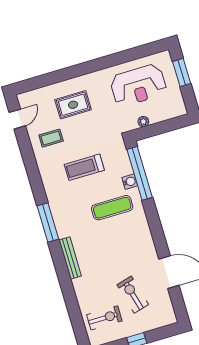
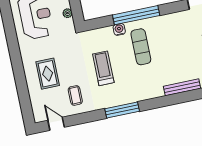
treadmill: (84, 167) -> (103, 68), turned 180
window: (140, 173) -> (136, 15), moved
window: (48, 223) -> (122, 110), moved

